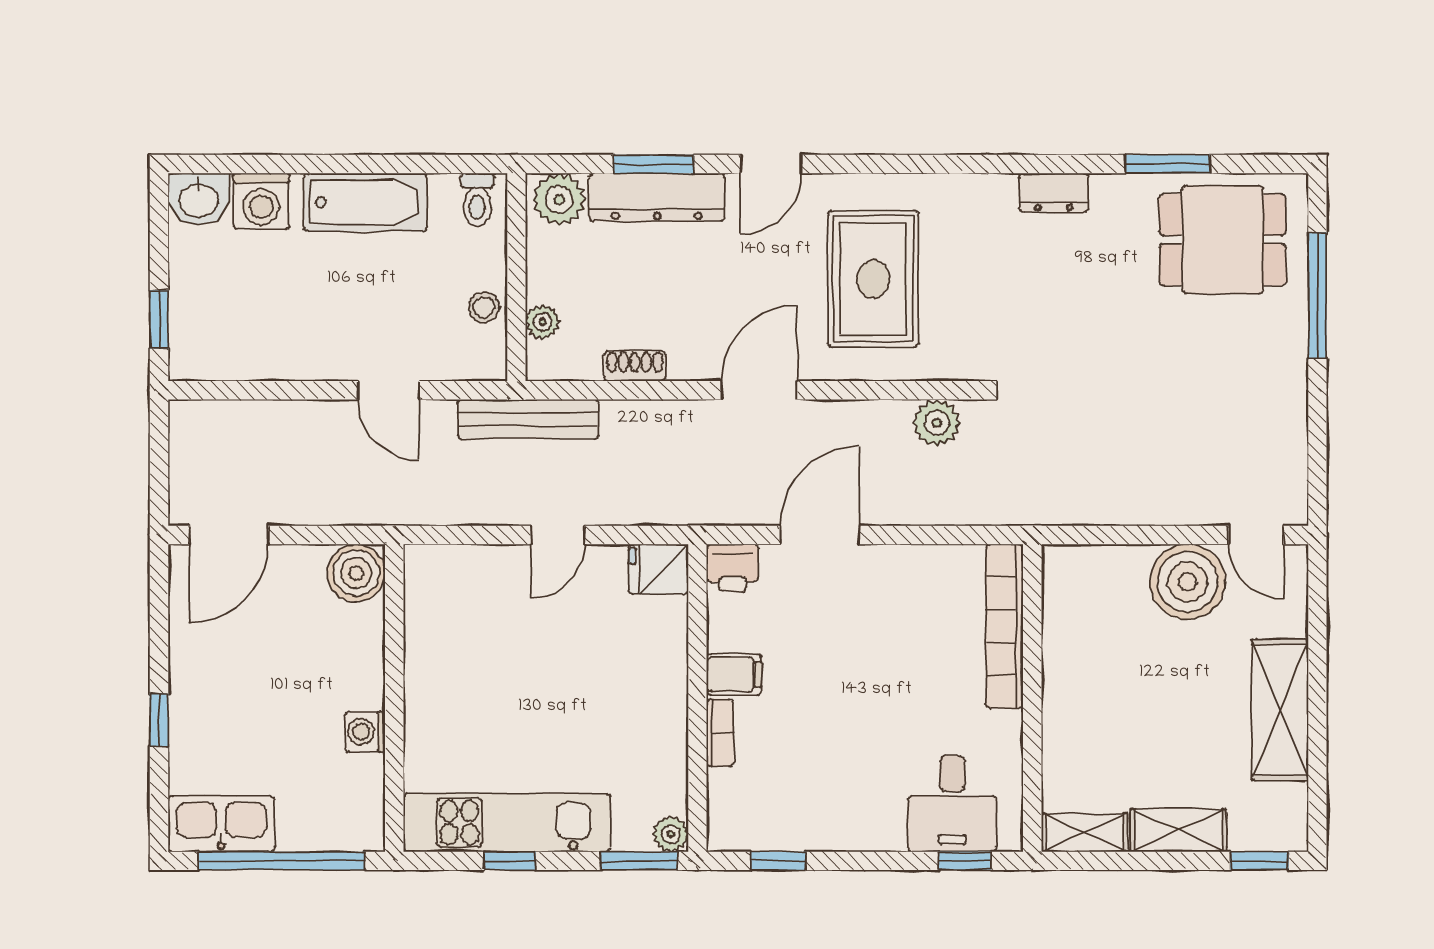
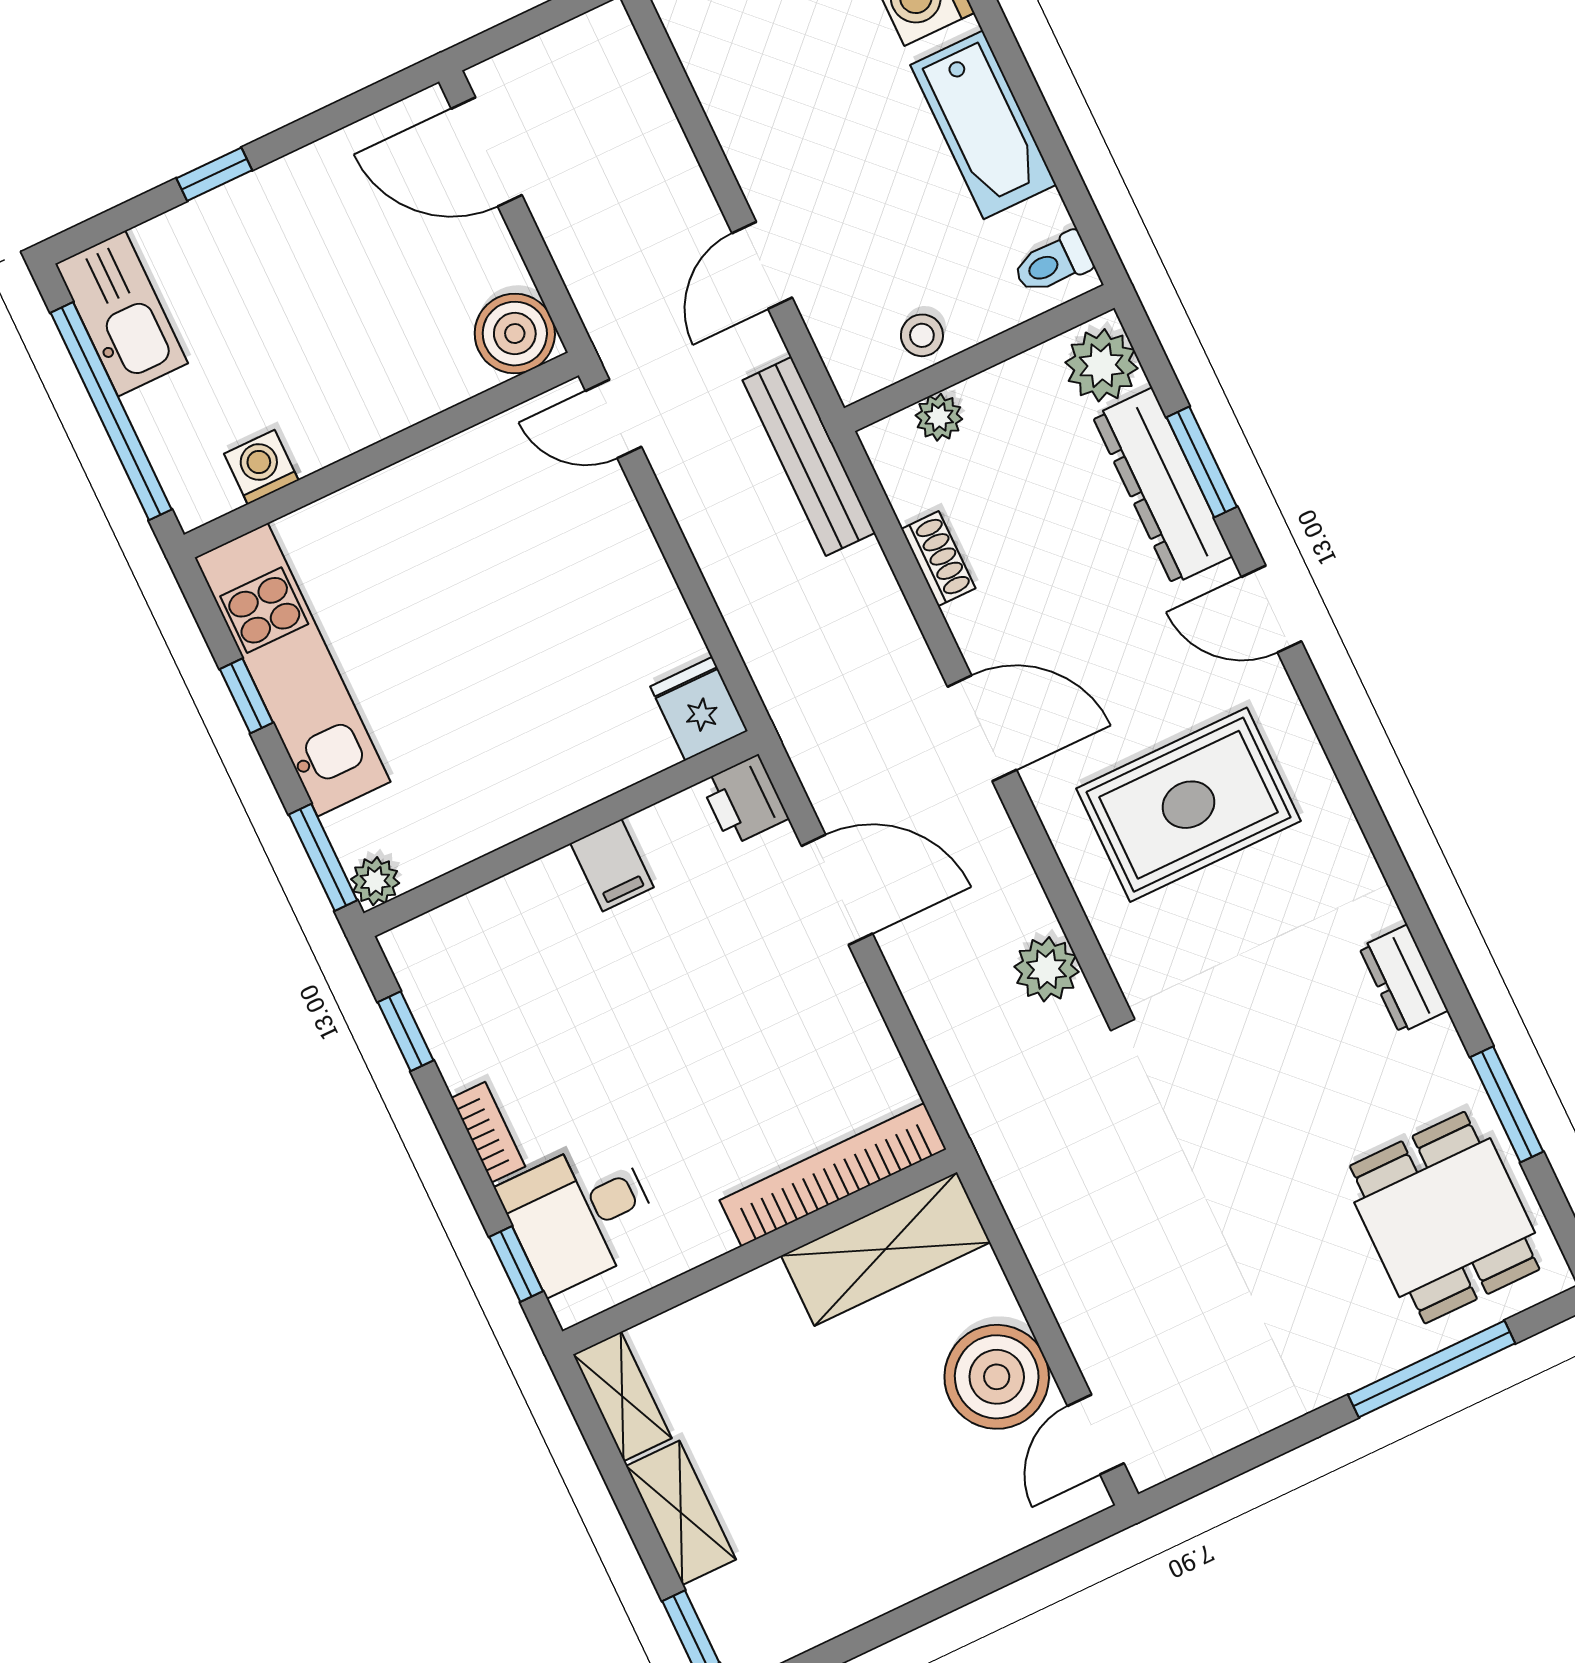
door: (558, 535) -> (613, 419), moved
shelving: (1280, 710) -> (886, 1249), moved
washing machine: (365, 732) -> (261, 467), moved
bookcase: (720, 733) -> (488, 1132), moved, turned -90

